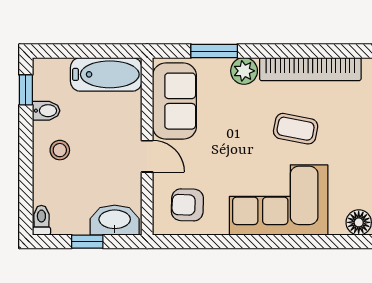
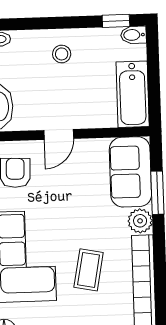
sofa: (174, 101) -> (130, 172), moved, turned 90
bidet: (46, 111) -> (134, 35), moved, turned 90

